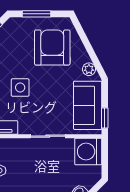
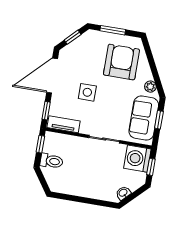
window: (105, 118) -> (159, 120), moved
window: (105, 158) -> (151, 167), added

